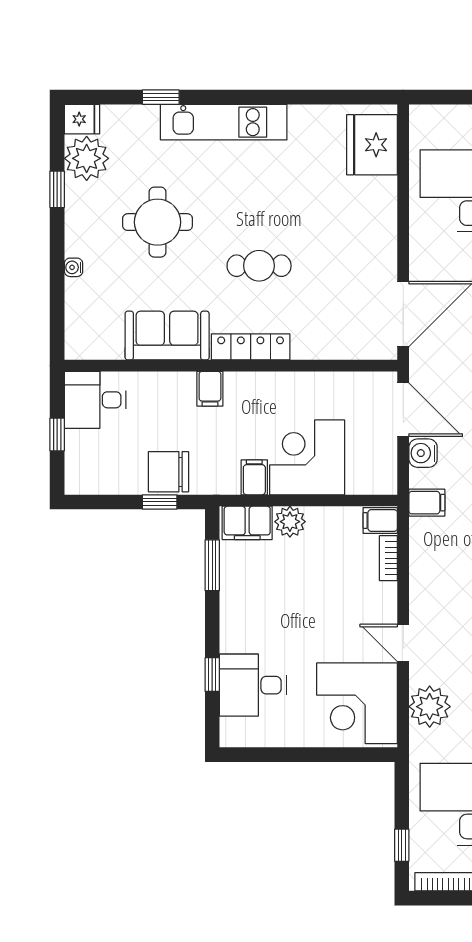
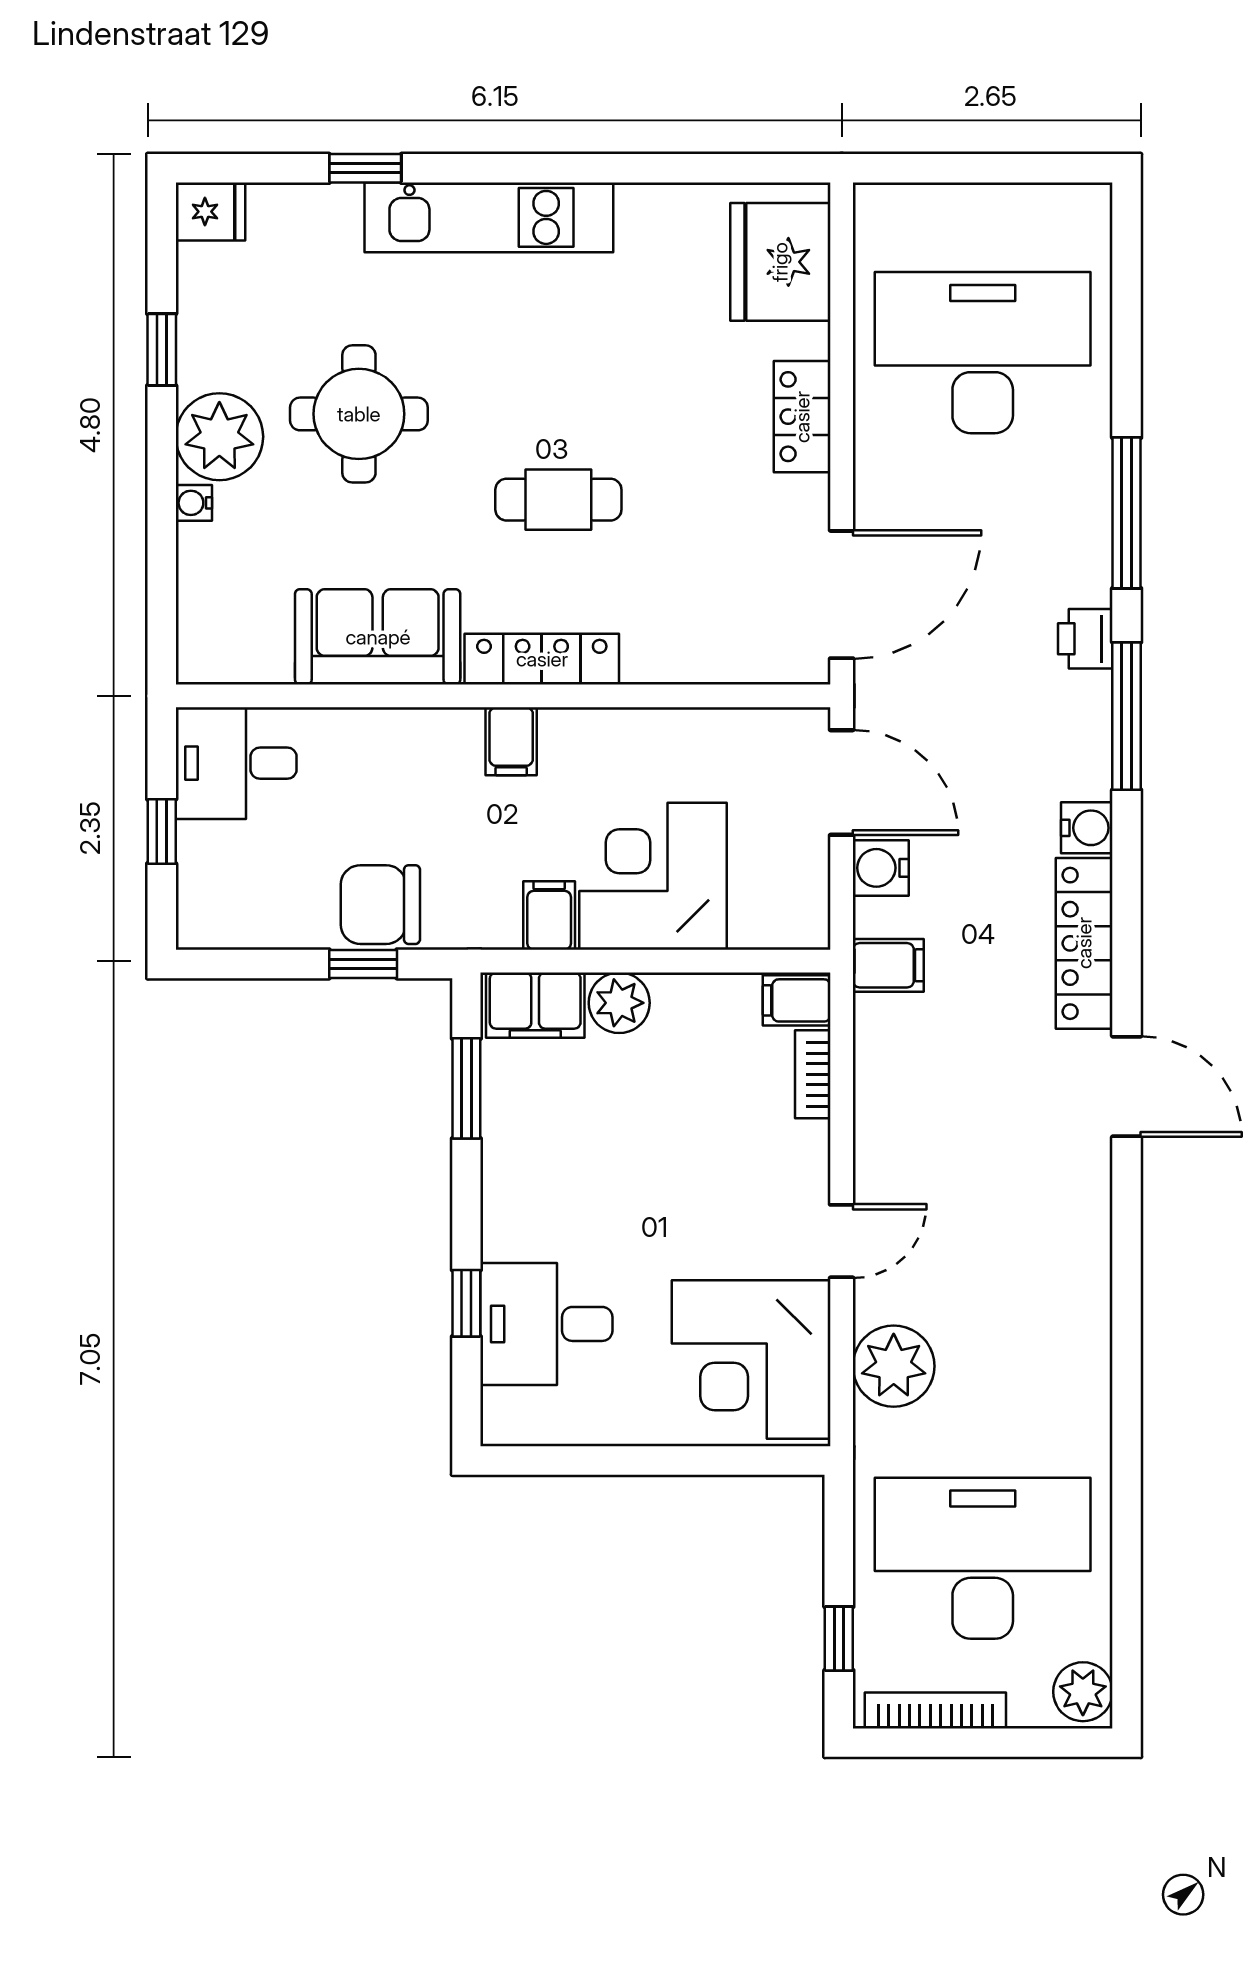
plant: (87, 158) -> (219, 437), moved
locker: (383, 223) -> (802, 417), added
filing cabinet: (210, 389) -> (511, 741), moved
door: (403, 643) -> (842, 1241), swing flipped

